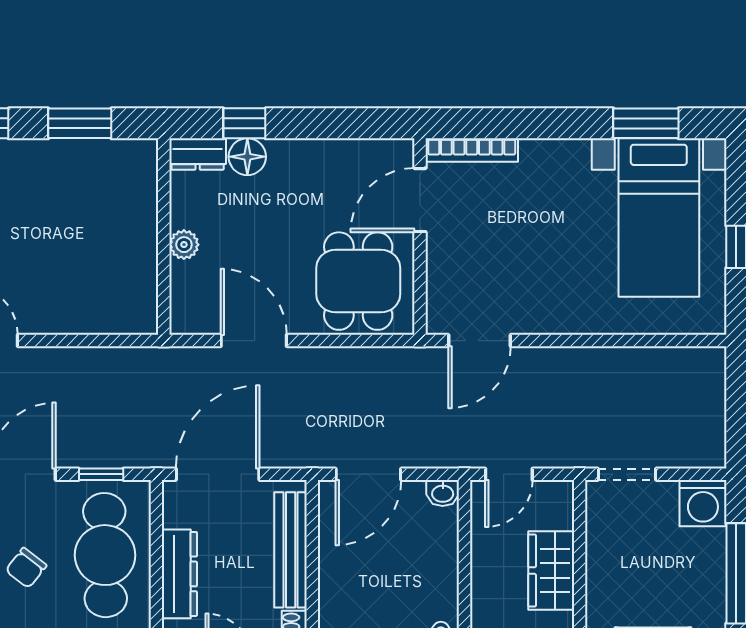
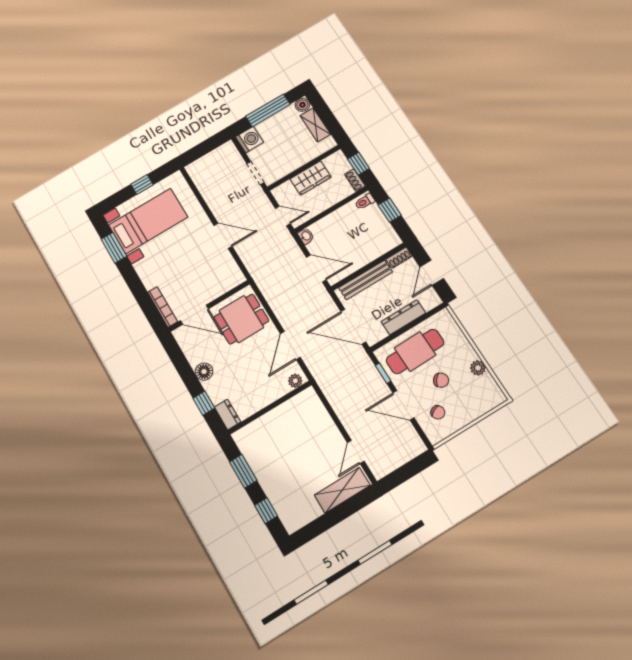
floor lamp: (247, 157) -> (204, 372), moved
plant: (184, 245) -> (295, 381), moved
door: (480, 341) -> (223, 236), moved

